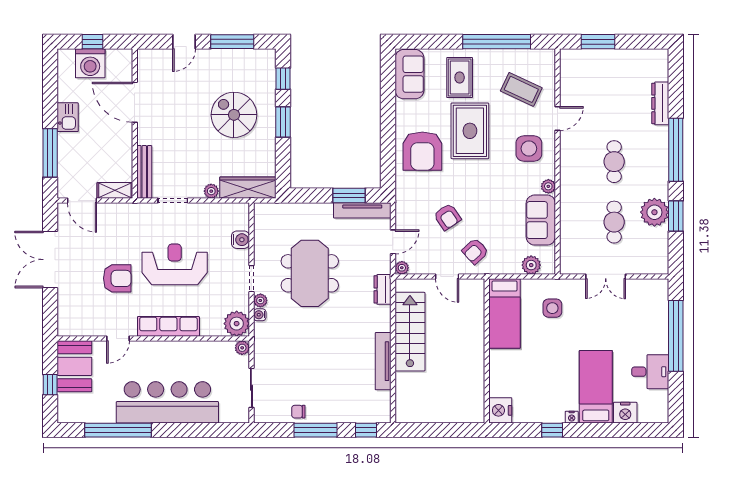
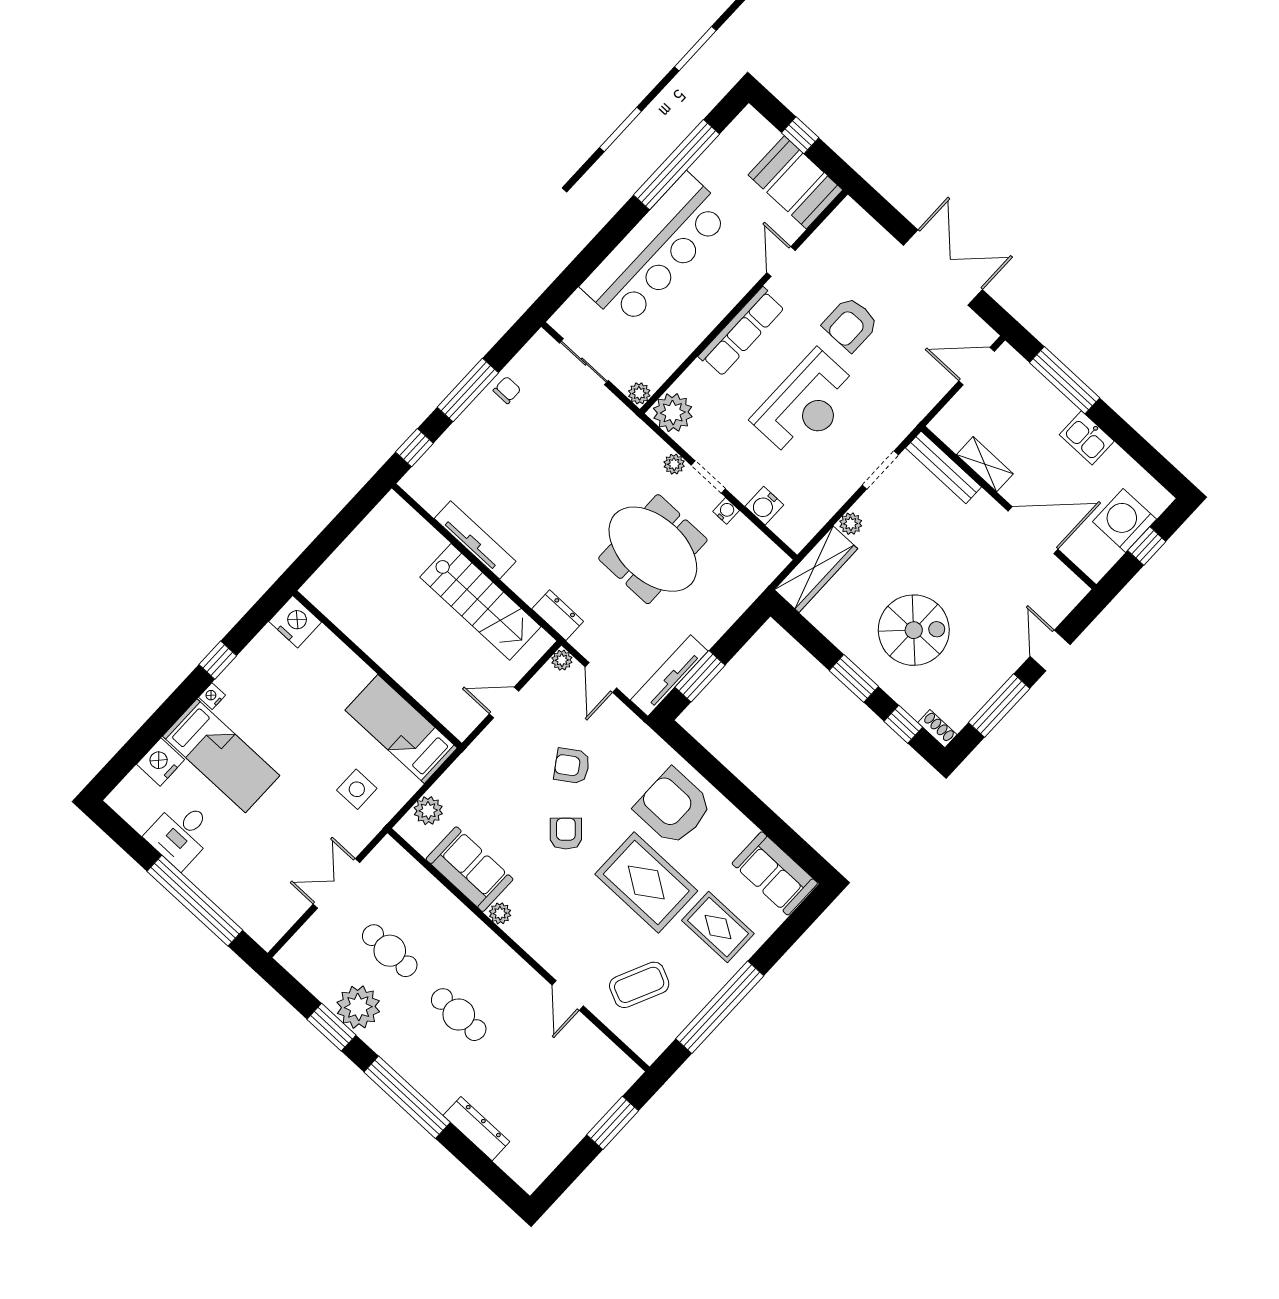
shoe rack: (270, 61) -> (937, 729), added
side table: (529, 149) -> (564, 931), removed
shelving: (115, 190) -> (985, 464), moved, turned 90
armchair: (475, 251) -> (566, 834), moved
water cooler: (260, 315) -> (726, 511), moved

